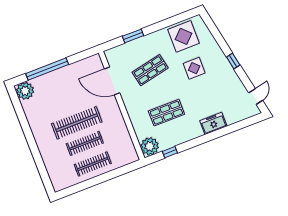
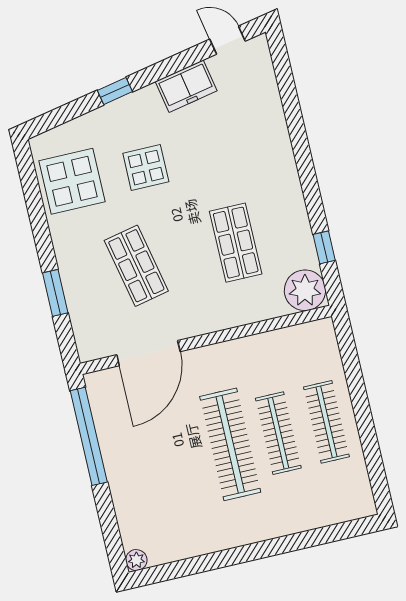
window: (233, 61) -> (115, 91), moved
window: (47, 69) -> (89, 436), moved
plant: (25, 91) -> (136, 560), width x0.53, depth x0.53
freezer: (213, 123) -> (186, 86), moved, turned -101

